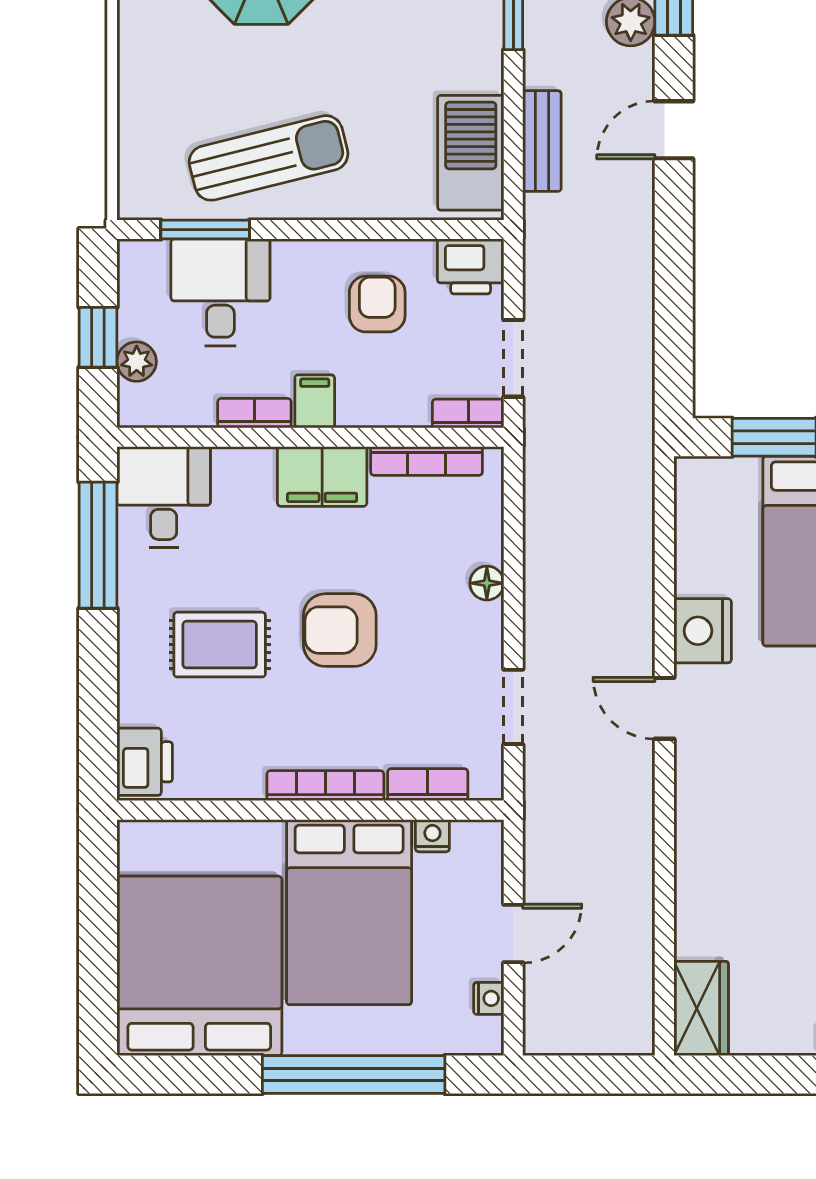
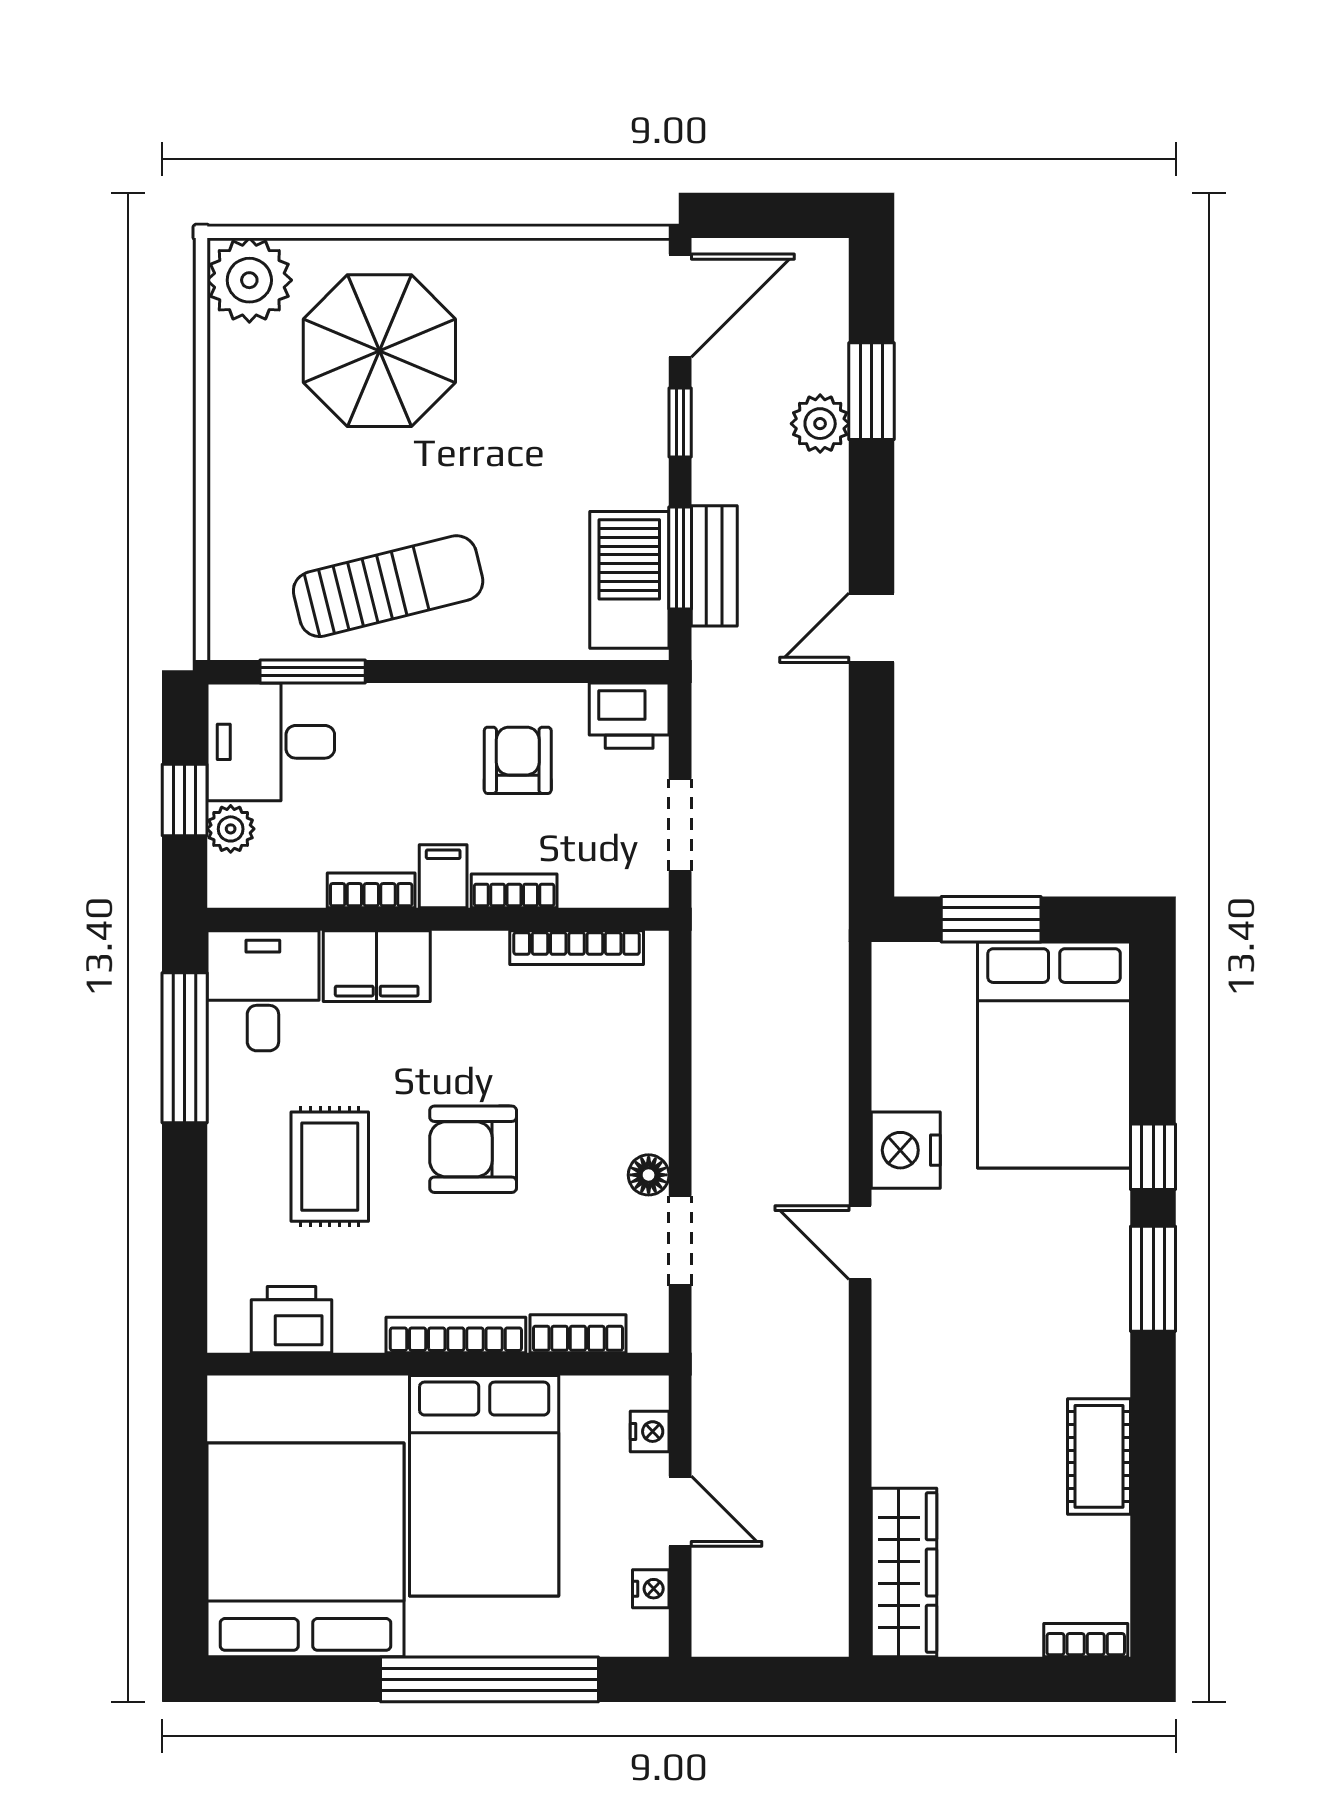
door: (674, 130) -> (871, 628), moved
window: (513, 134) -> (680, 558), added
desk: (220, 292) -> (271, 742), moved, turned -90
bookcase: (468, 413) -> (514, 891), moved
filing cabinet: (322, 477) -> (377, 966), moved
floor lamp: (487, 583) -> (649, 1175), moved
rug: (220, 645) -> (330, 1167), turned 90
printer: (145, 762) -> (291, 1320), moved, turned -90
nightstand: (432, 836) -> (650, 1432), moved, turned 90
door: (513, 934) -> (680, 1511), hinge flipped
wardrobe: (701, 1008) -> (904, 1572), width x1.50

